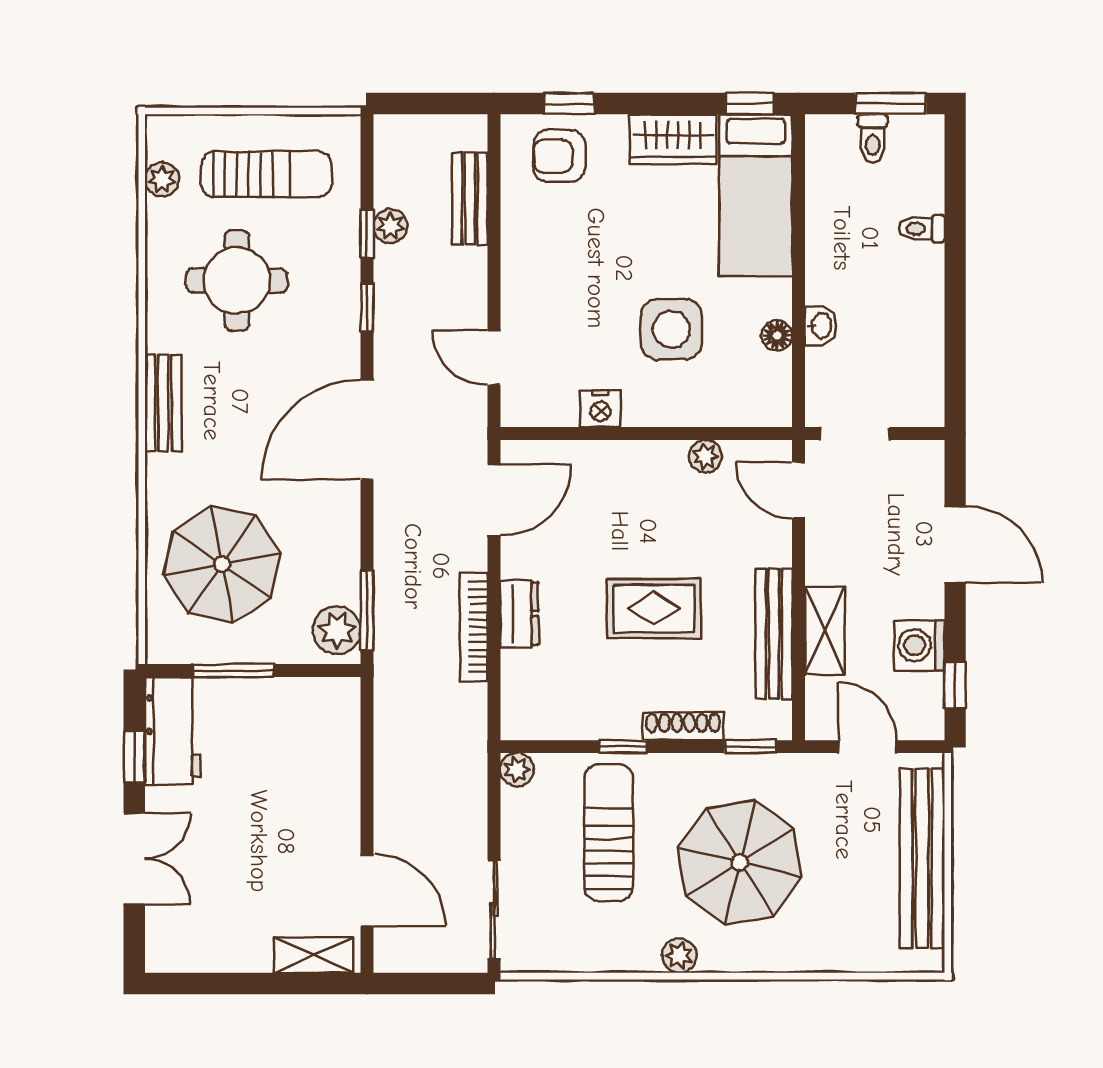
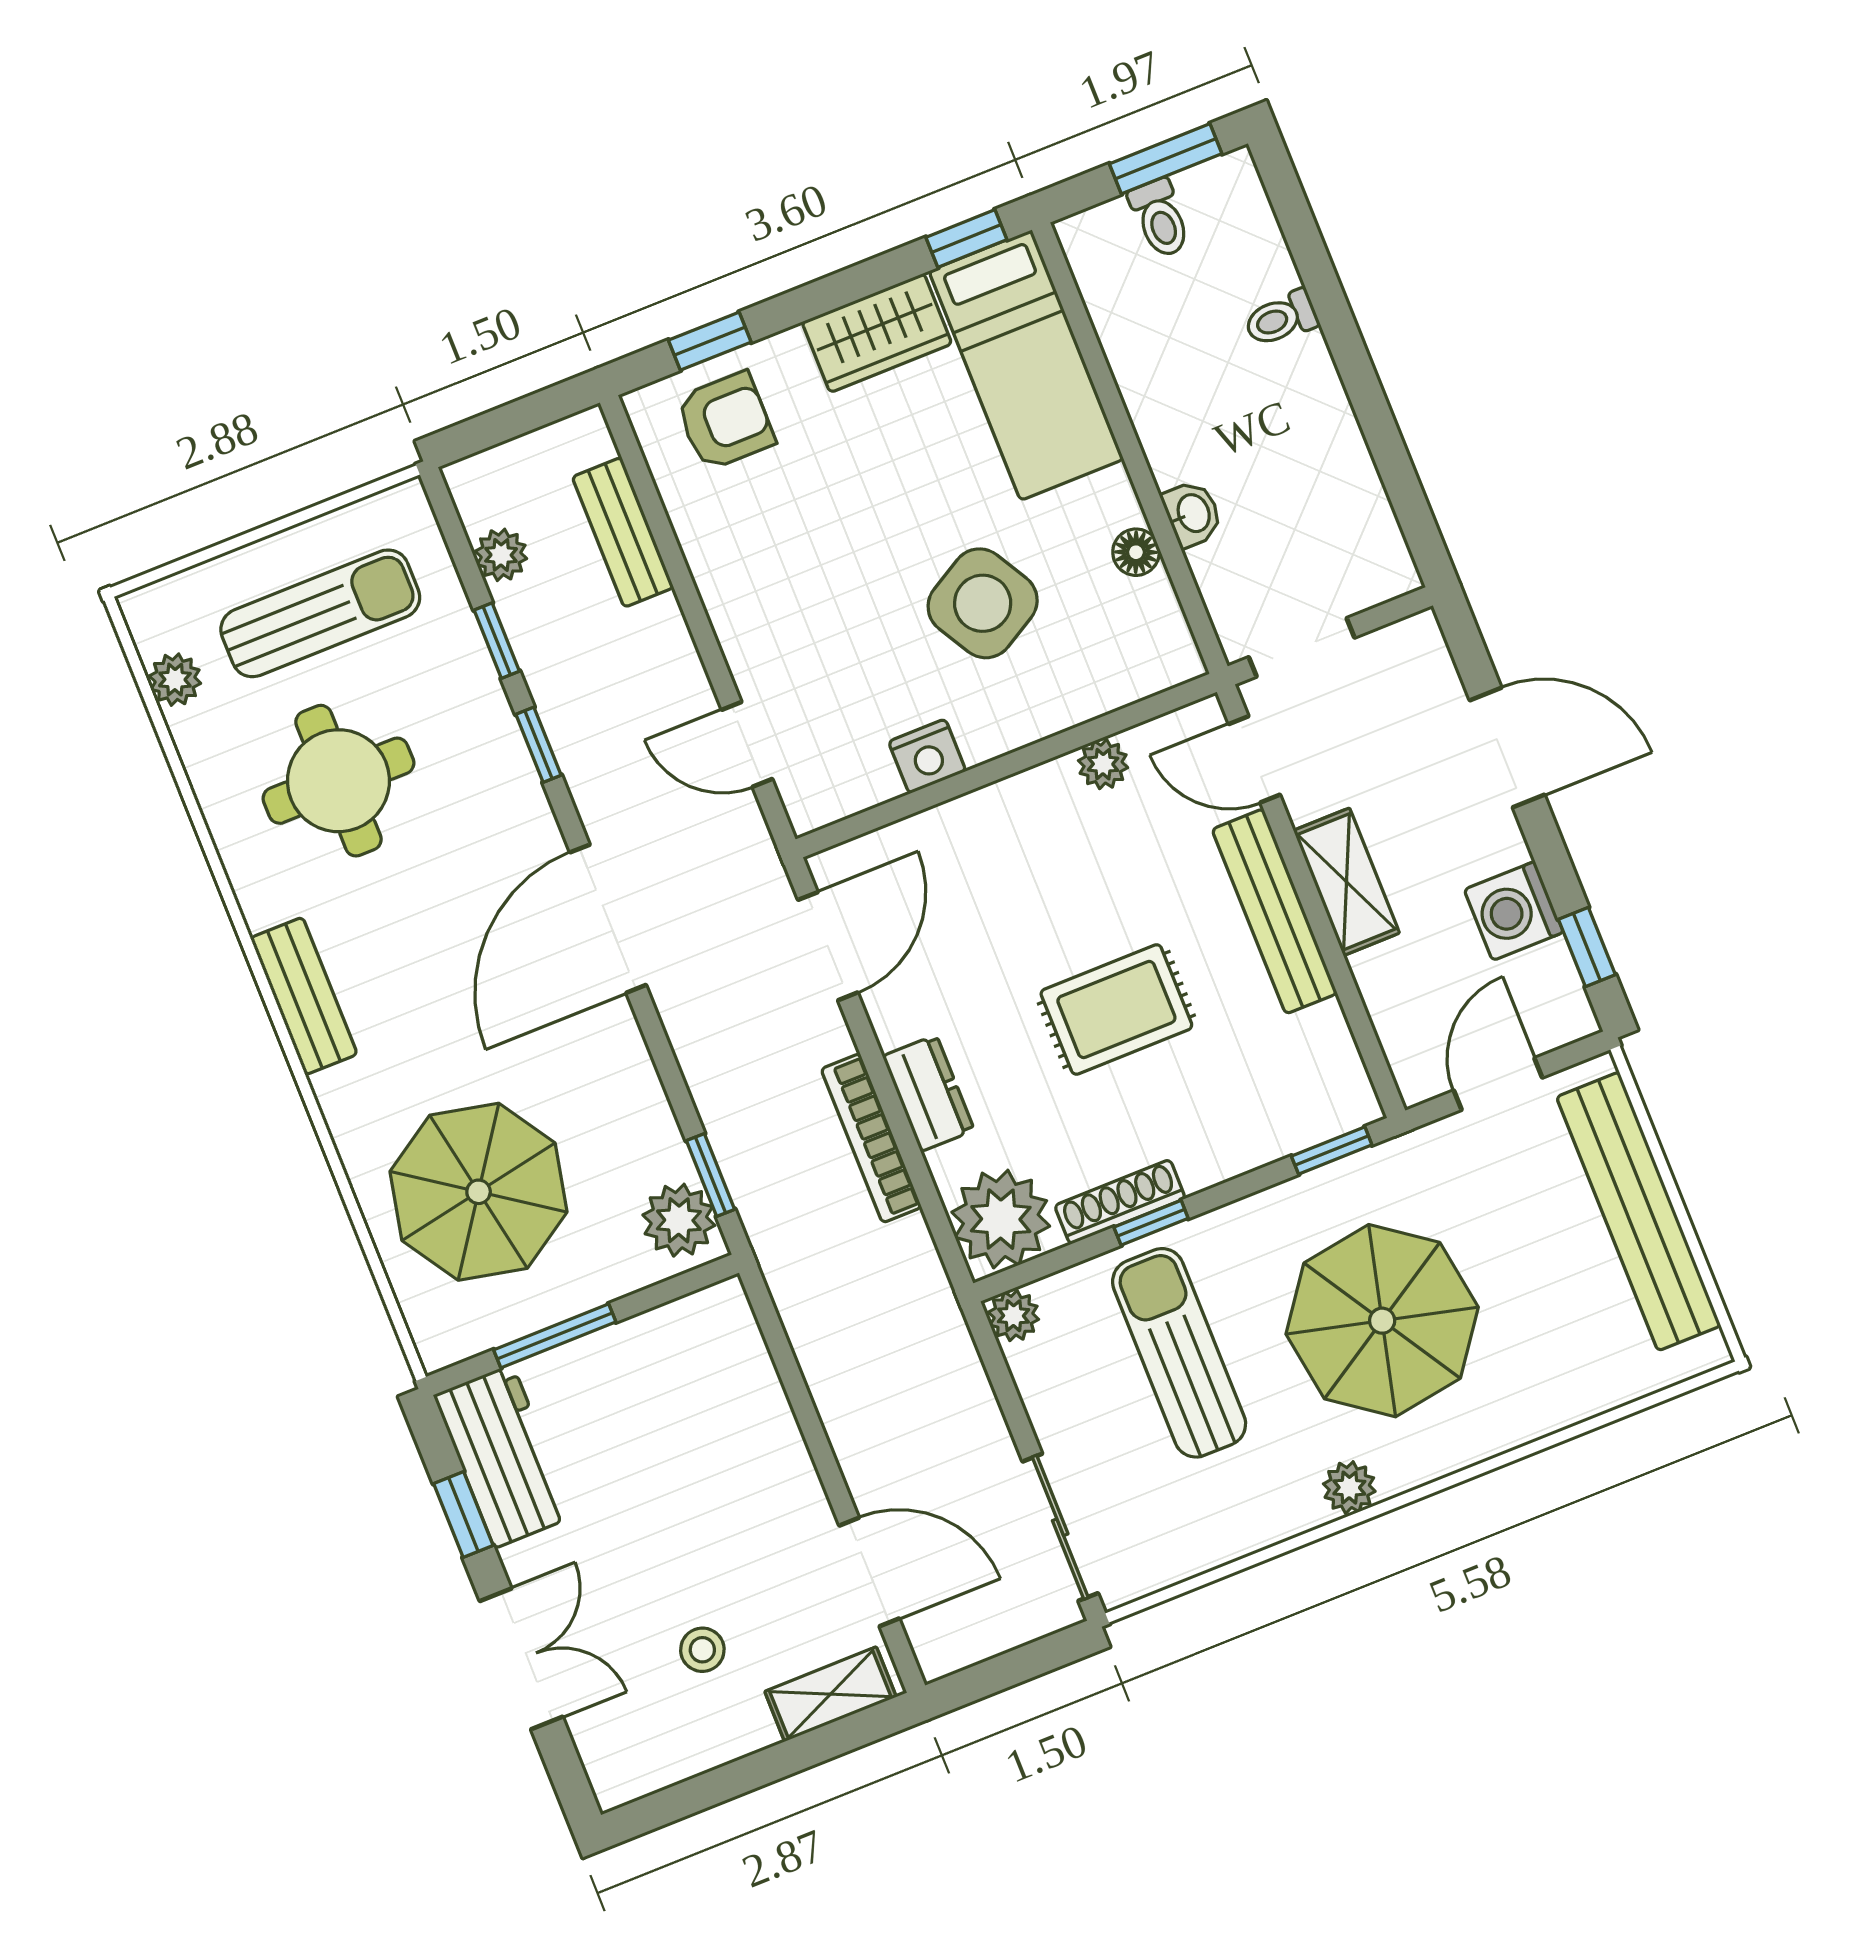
armchair: (559, 156) -> (725, 421), turned 180
plant: (390, 226) -> (501, 555), moved
side table: (671, 329) -> (983, 603), turned -30
window: (367, 611) -> (711, 1175), width x0.67
shelving: (825, 631) -> (1346, 882), moved
bench: (774, 634) -> (1275, 911), moved
plant: (533, 708) -> (1001, 1219), added
shoe rack: (683, 726) -> (1120, 1202), moved
door: (868, 747) -> (1498, 1084), hinge flipped
stool: (247, 897) -> (702, 1650), added

